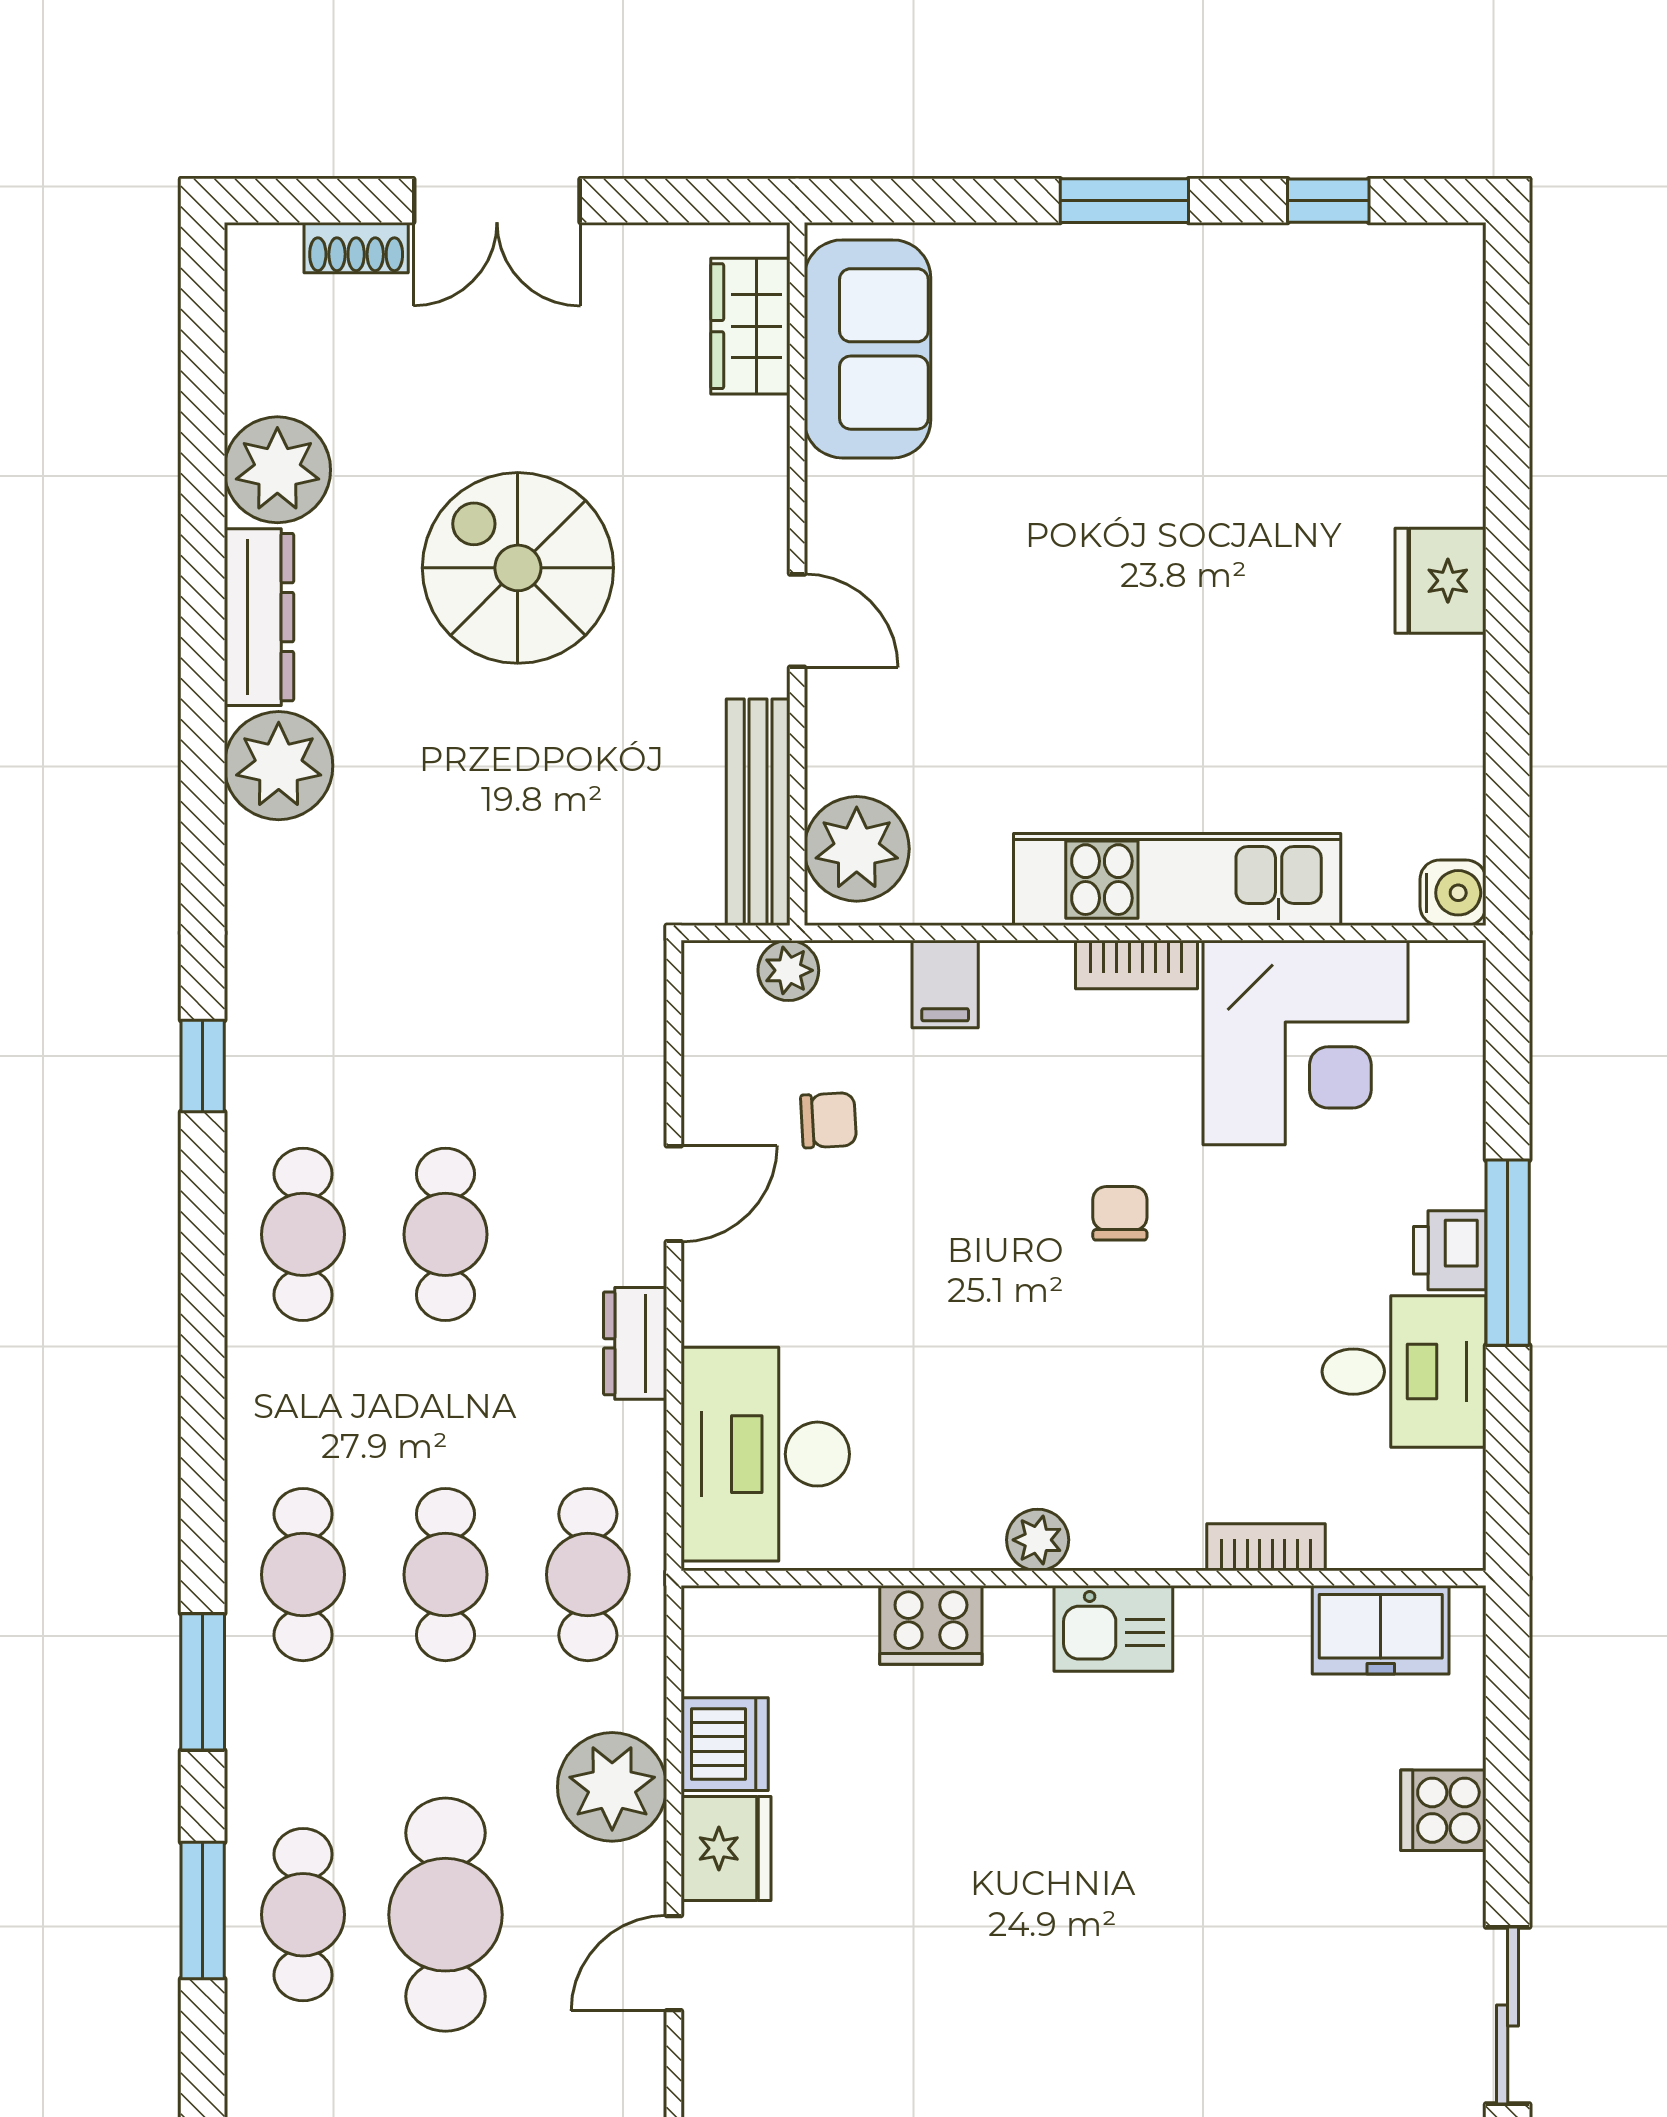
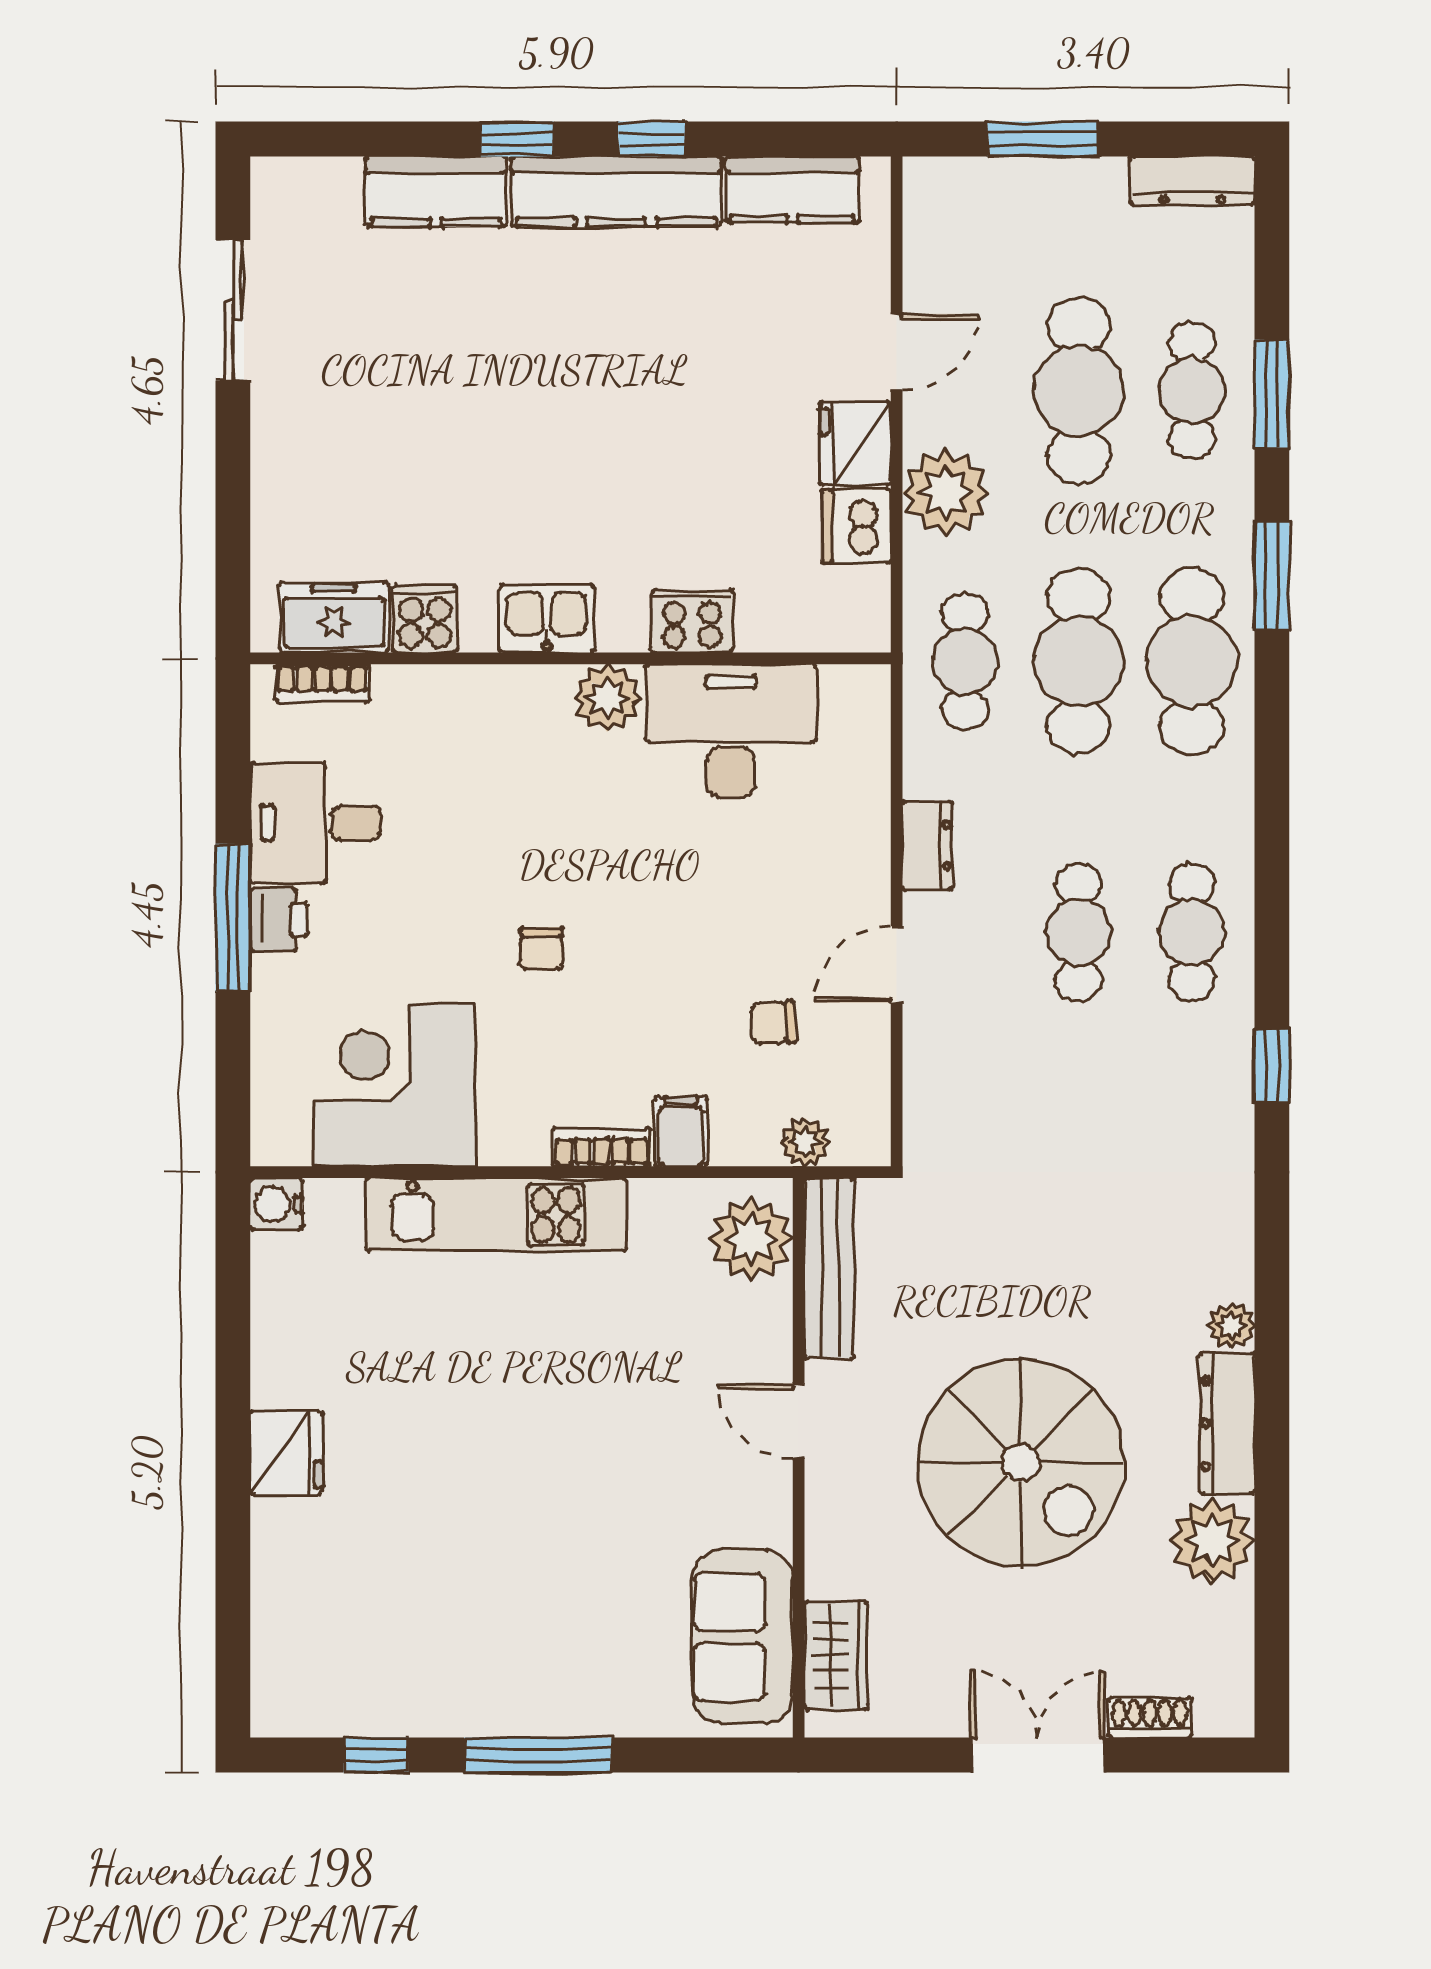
window: (1124, 201) -> (538, 1755), width x1.44
spiral stairs: (518, 568) -> (1021, 1463), width x1.37, depth x1.37
plant: (279, 766) -> (1232, 1325), width x0.53, depth x0.53
bookcase: (1136, 965) -> (601, 1147), moved
desk: (765, 1454) -> (731, 731), moved, turned -90
plant: (1038, 1540) -> (607, 698), width x1.38, depth x1.38
bookcase: (1266, 1547) -> (322, 683), moved
cafe table: (303, 1575) -> (1192, 661), width x1.37, depth x1.35
cafe table: (445, 1575) -> (1078, 661), width x1.37, depth x1.35
cooker: (1443, 1810) -> (425, 619), moved, turned -90

